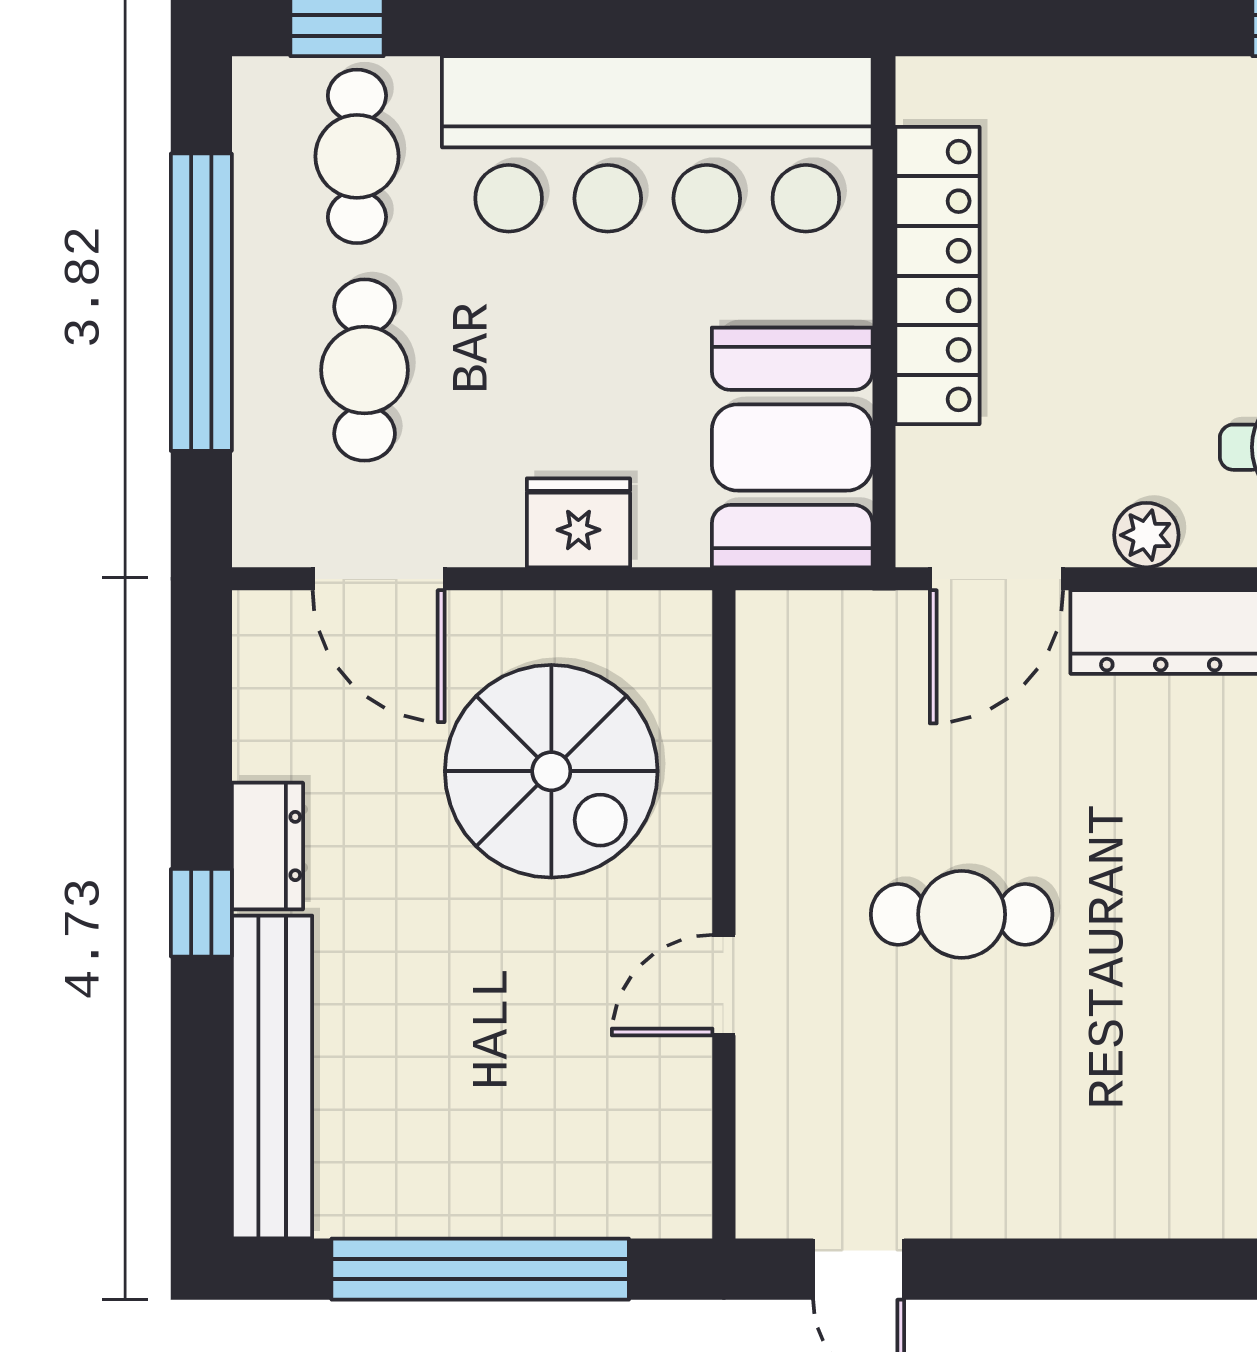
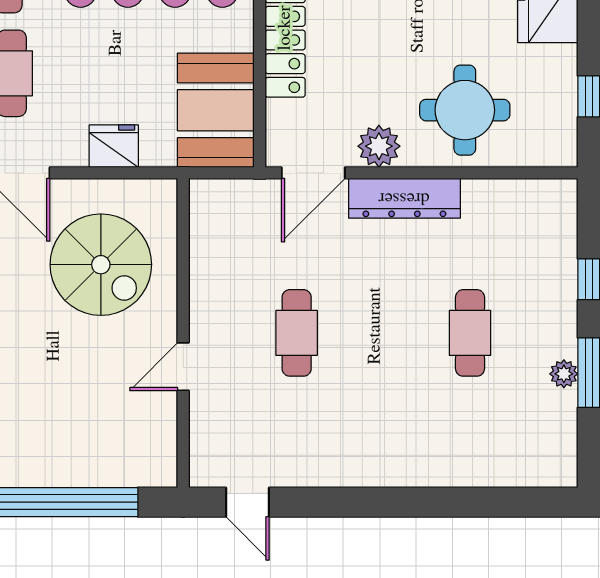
plant: (1146, 535) -> (379, 146), width x1.38, depth x1.38
cafe table: (962, 914) -> (297, 333), turned 90

